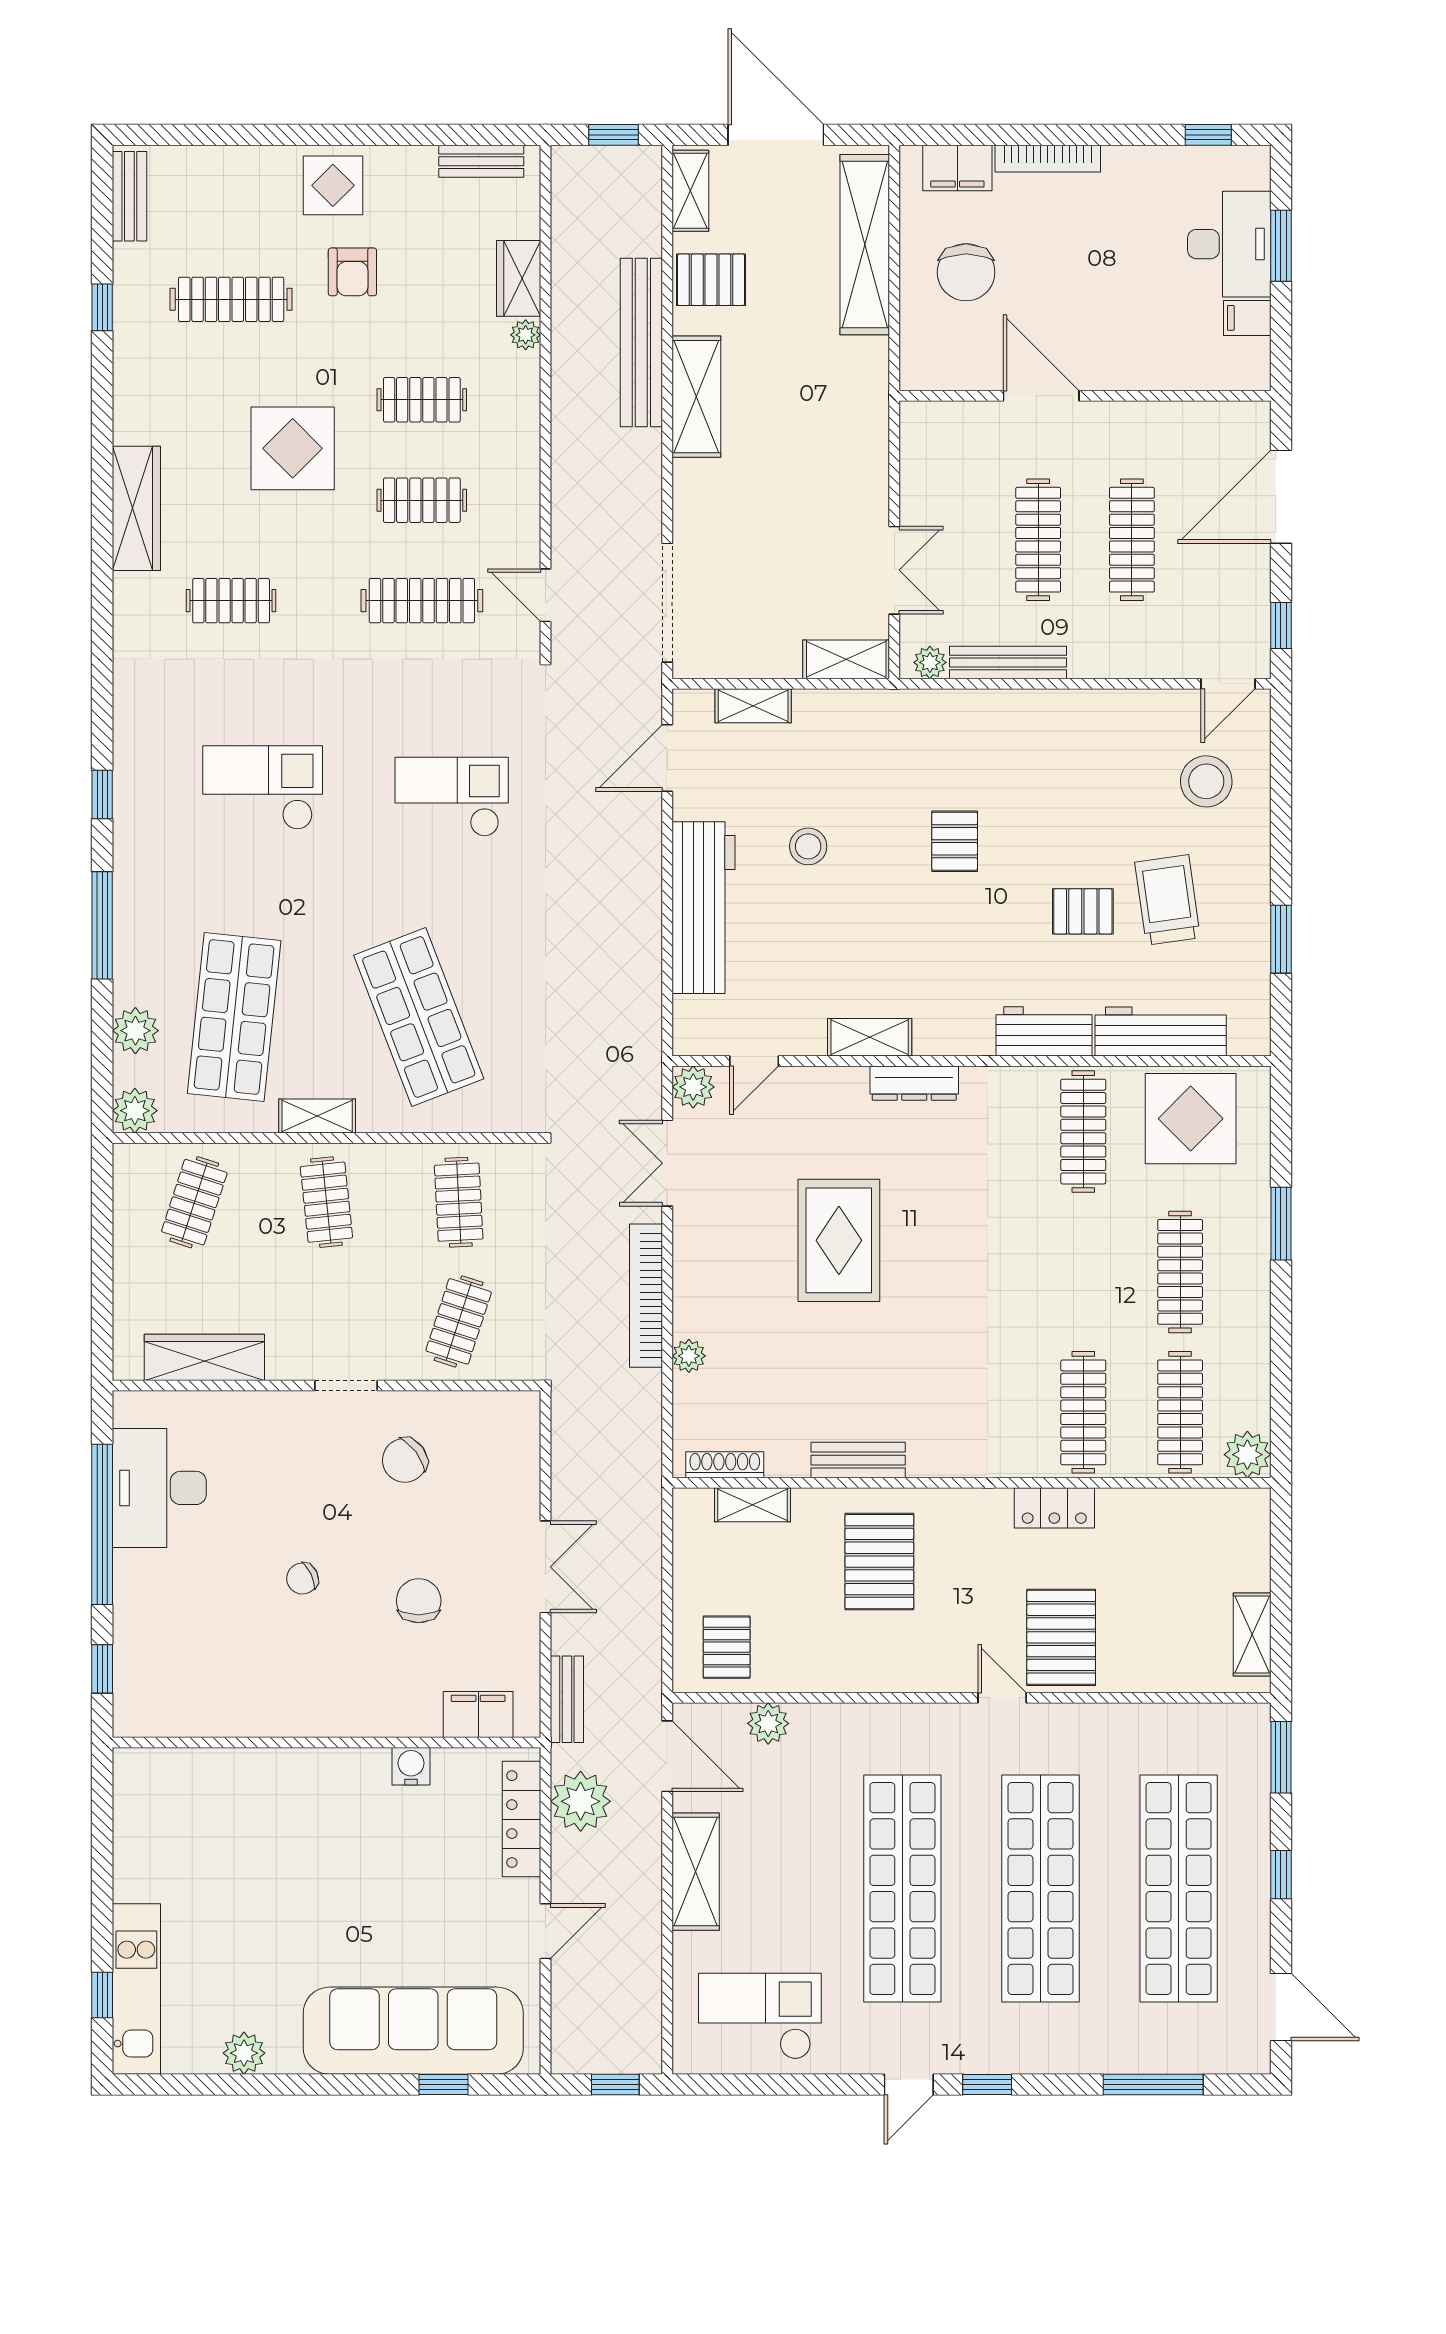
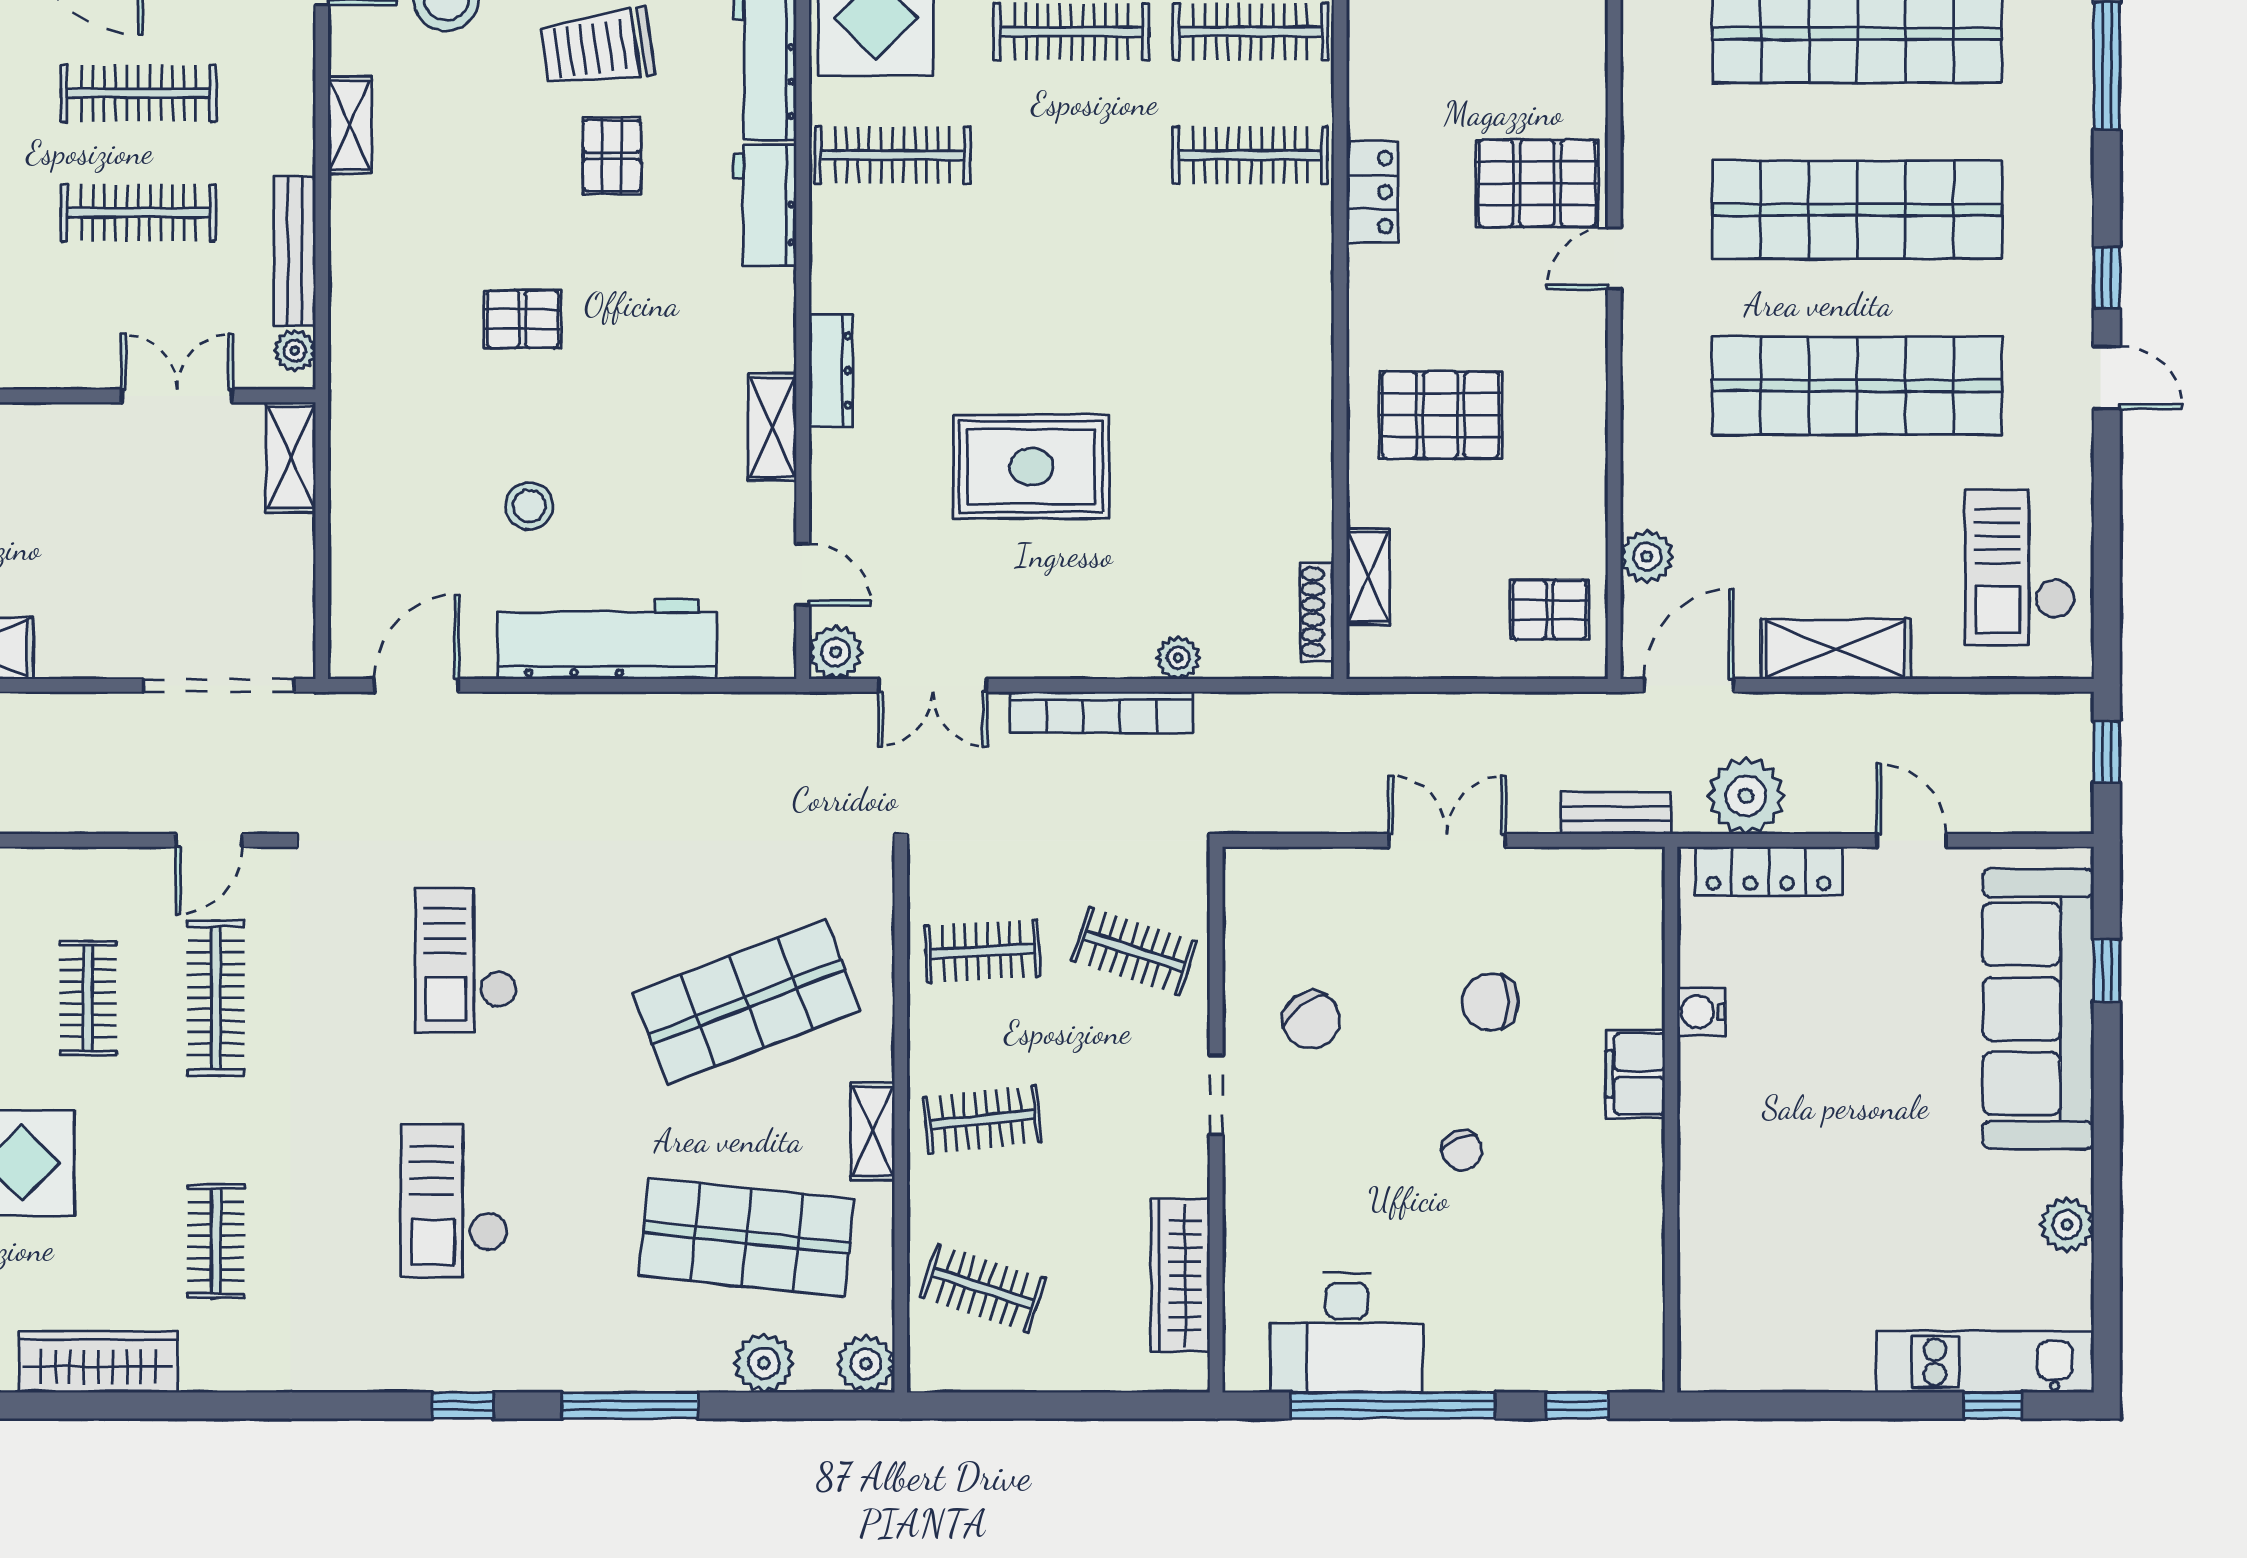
shelving: (753, 706) -> (350, 125), moved
door: (667, 758) -> (417, 685), swing flipped
bench: (858, 1460) -> (1311, 442), removed
filing cabinet: (478, 1714) -> (1635, 1074), moved

